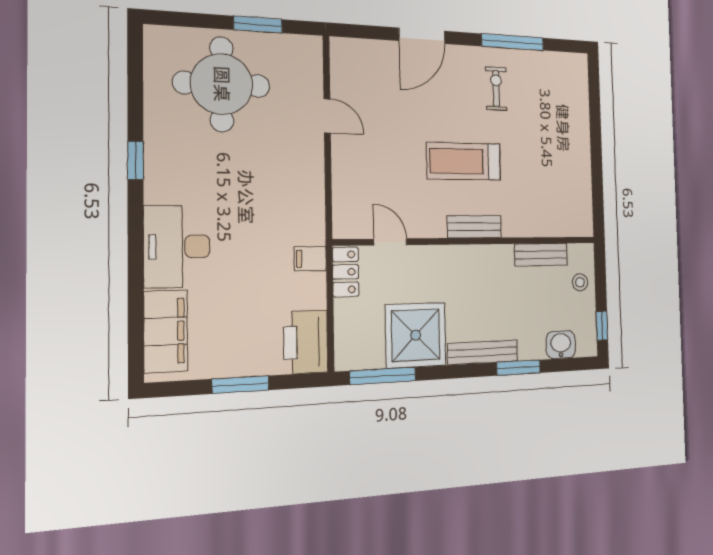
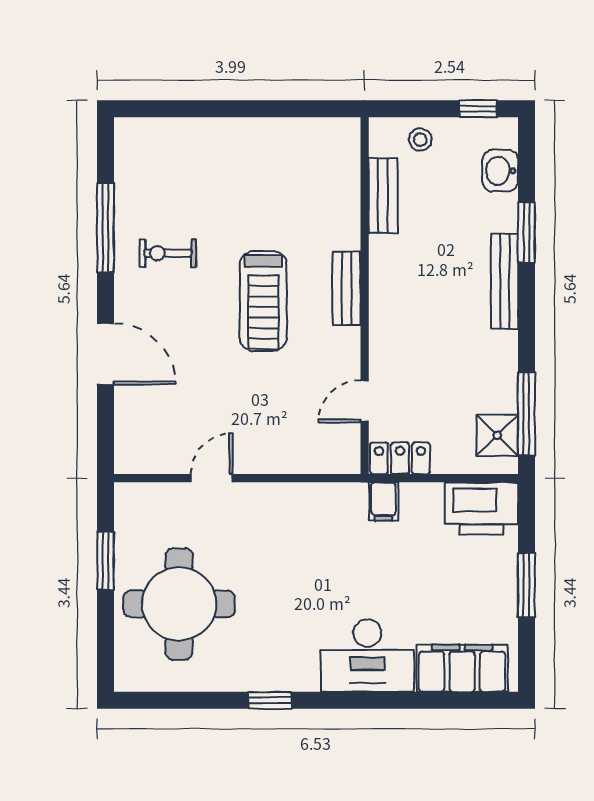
shower: (416, 335) -> (497, 435), moved, width x0.54, depth x0.54

